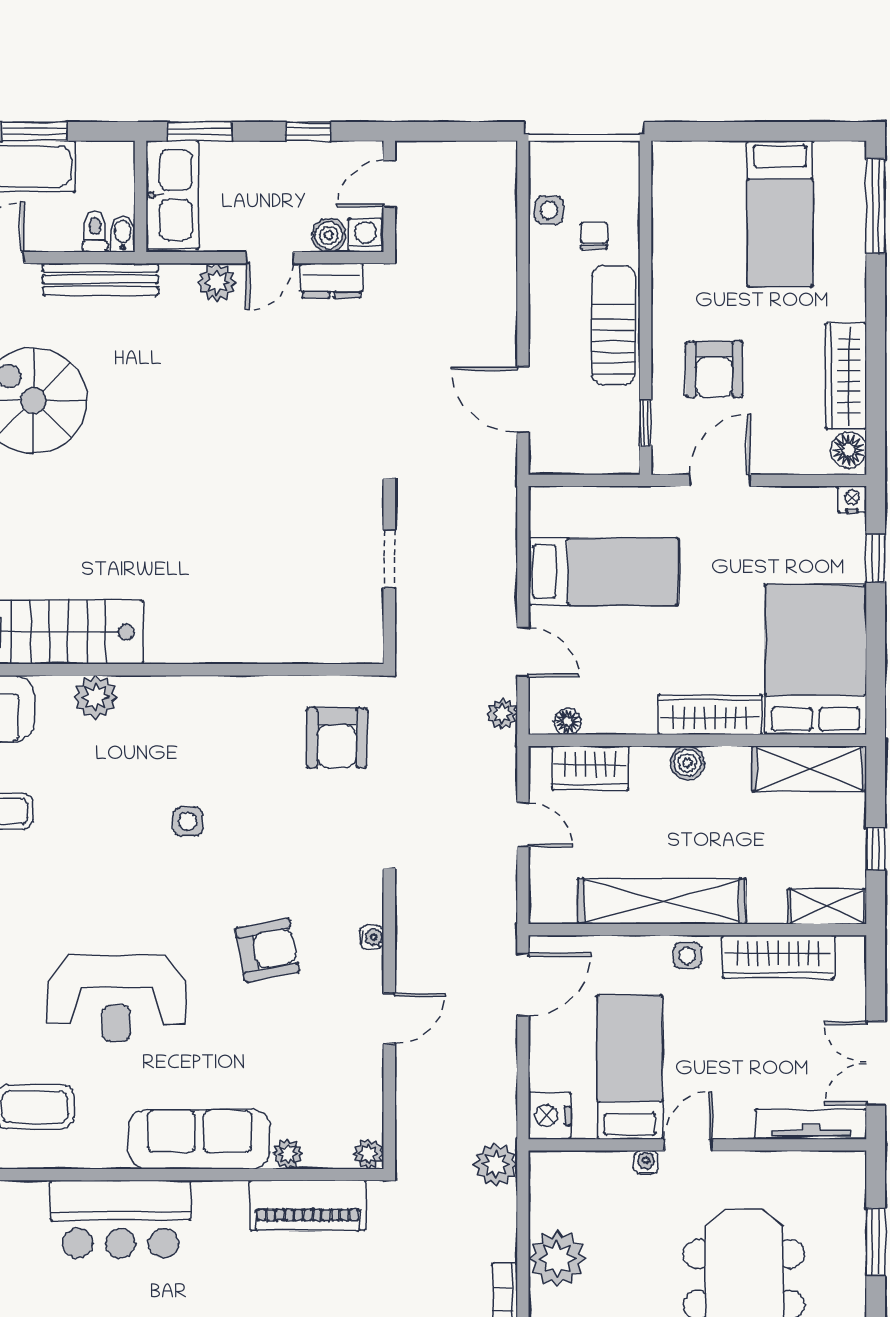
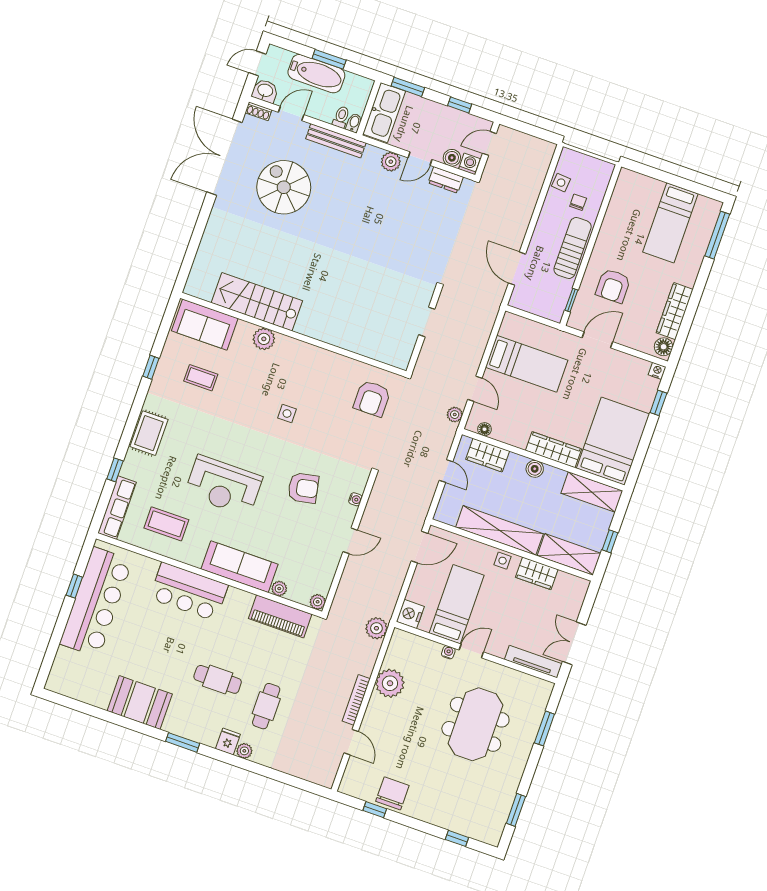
shelving: (827, 906) -> (569, 554), width x1.50, depth x1.33
wardrobe: (778, 957) -> (537, 573), width x0.67

